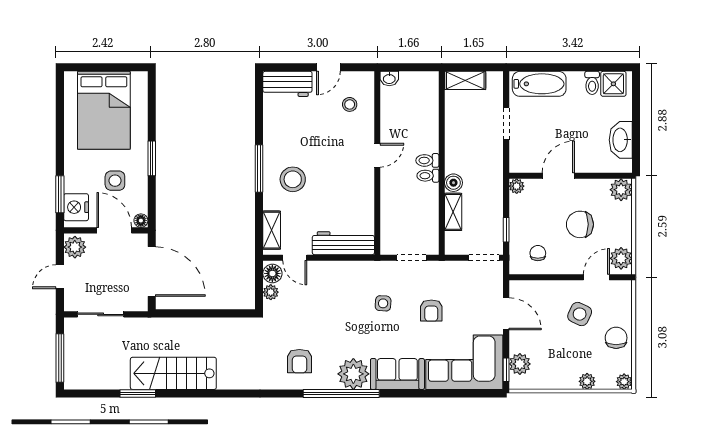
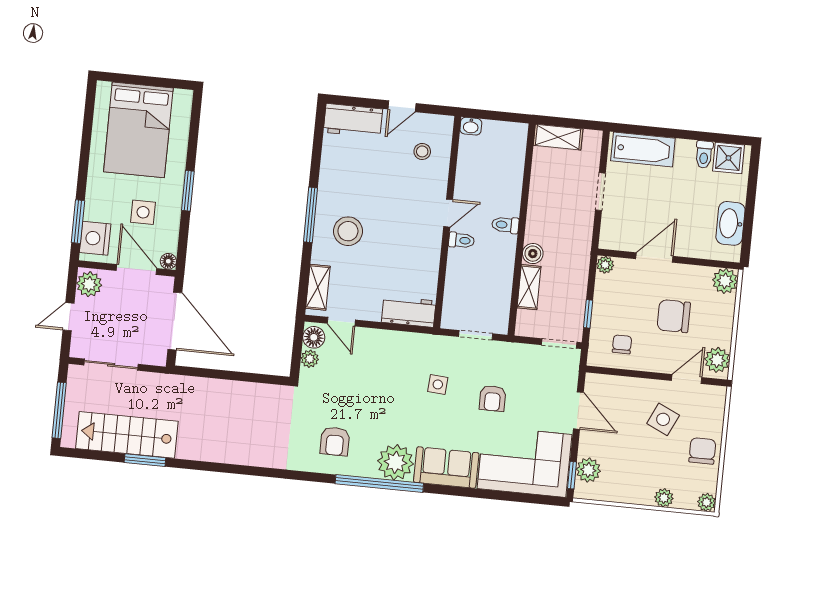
toilet: (428, 176) -> (461, 240), moved, turned 180
workbench: (343, 243) -> (409, 312), width x0.73
stairs: (173, 373) -> (127, 435), moved

